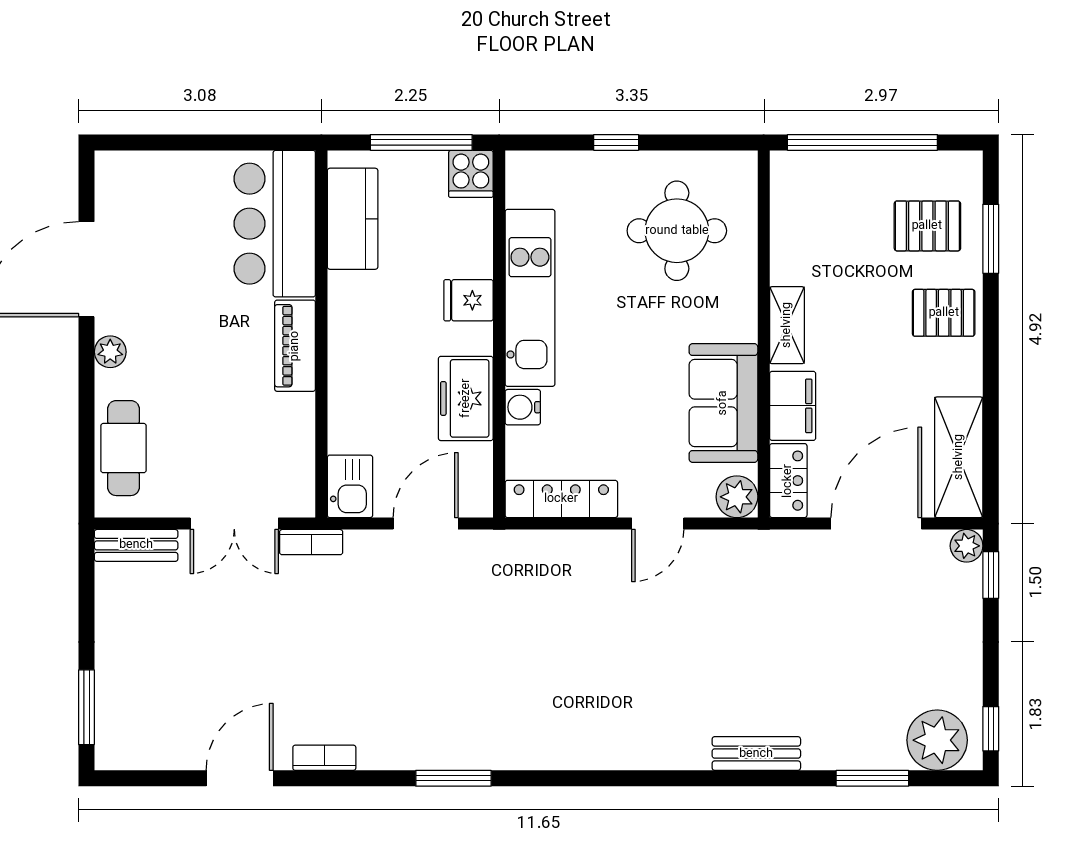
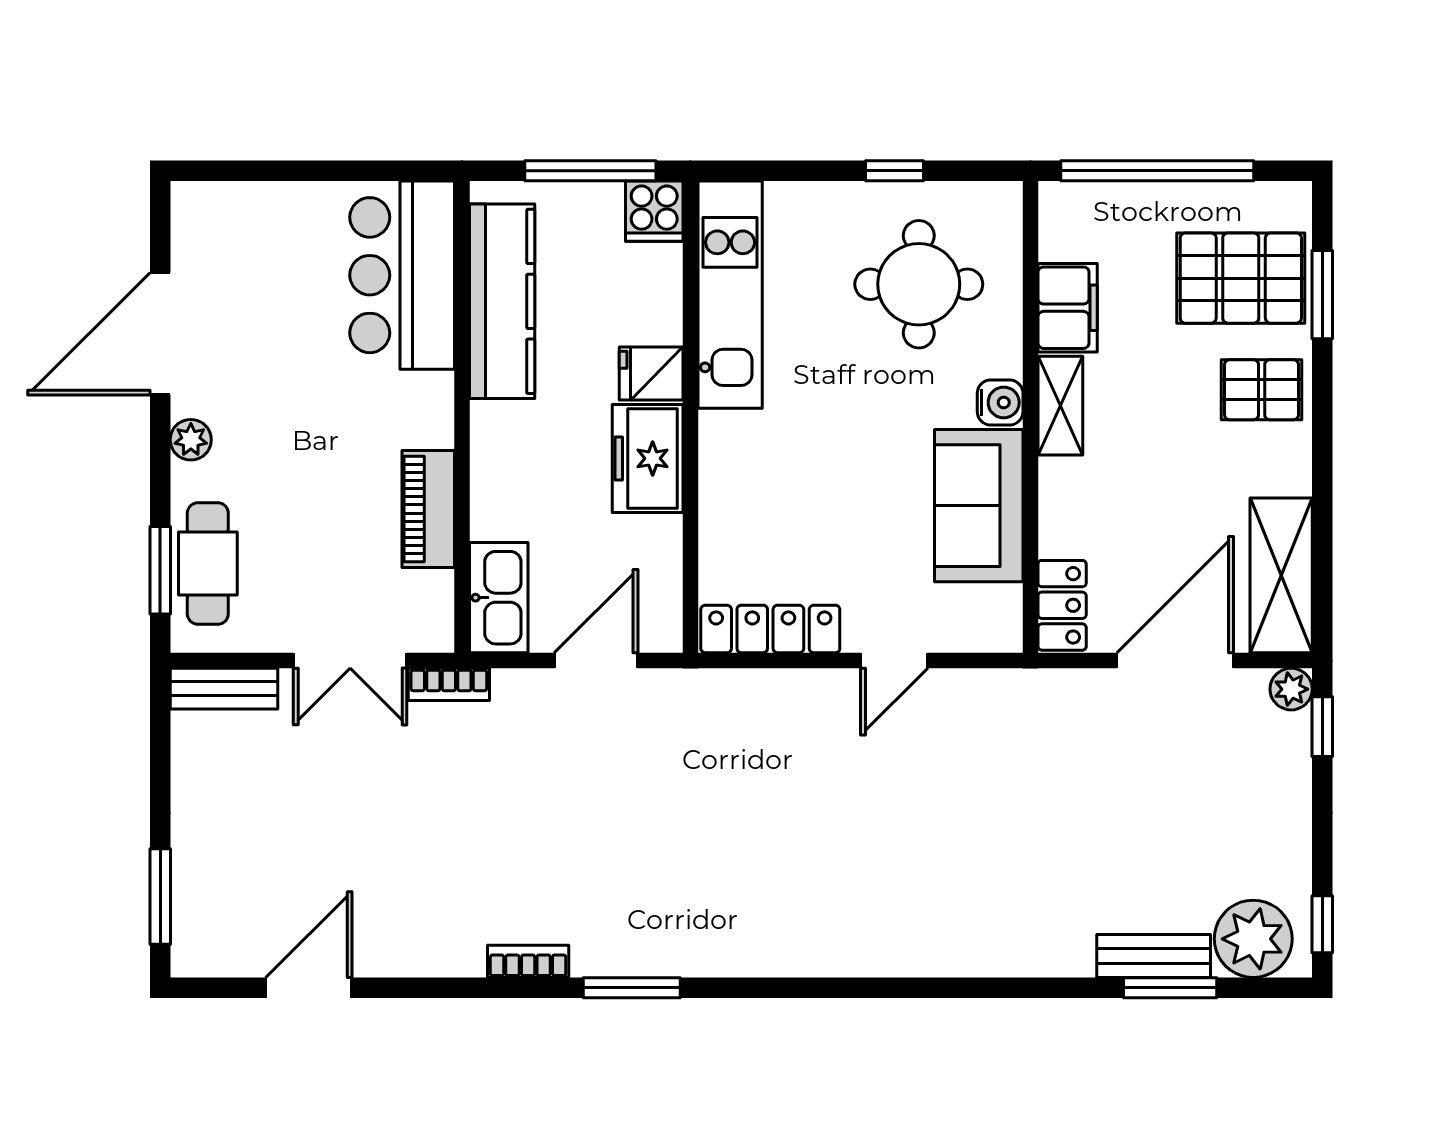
window: (616, 142) -> (895, 171), moved
kitchen counter: (353, 219) -> (502, 301), width x1.50
pallet: (927, 226) -> (1241, 278), width x1.50, depth x1.42
kitchen unit: (530, 298) -> (730, 295), moved
piano: (295, 346) -> (428, 509), moved
freezer: (466, 398) -> (648, 458), moved
filing cabinet: (793, 406) -> (1068, 308), moved
water cooler: (523, 407) -> (1000, 402), moved, turned 180
window: (86, 453) -> (160, 570), added
kitchen sink: (350, 486) -> (499, 598), width x1.38
plant: (737, 497) -> (996, 626), removed
bench: (756, 754) -> (1154, 956), moved
bookcase: (324, 758) -> (528, 961), moved
door: (240, 778) -> (309, 988), moved

